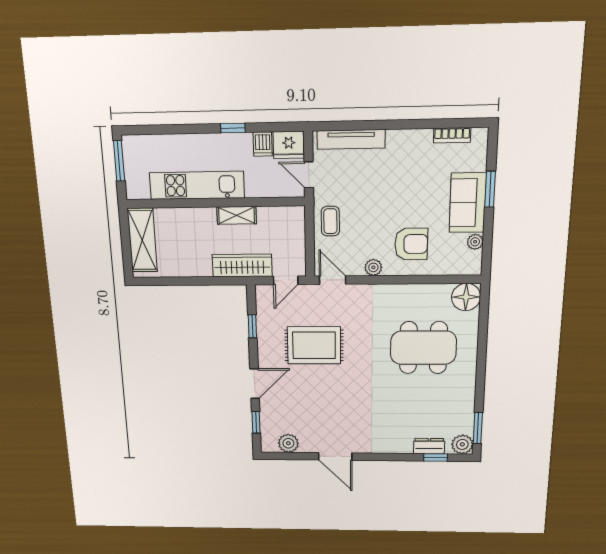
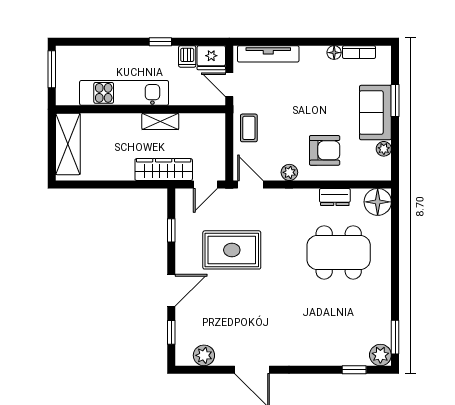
floor lamp: (424, 136) -> (334, 53), added
dresser: (429, 446) -> (335, 197), moved, turned 180

